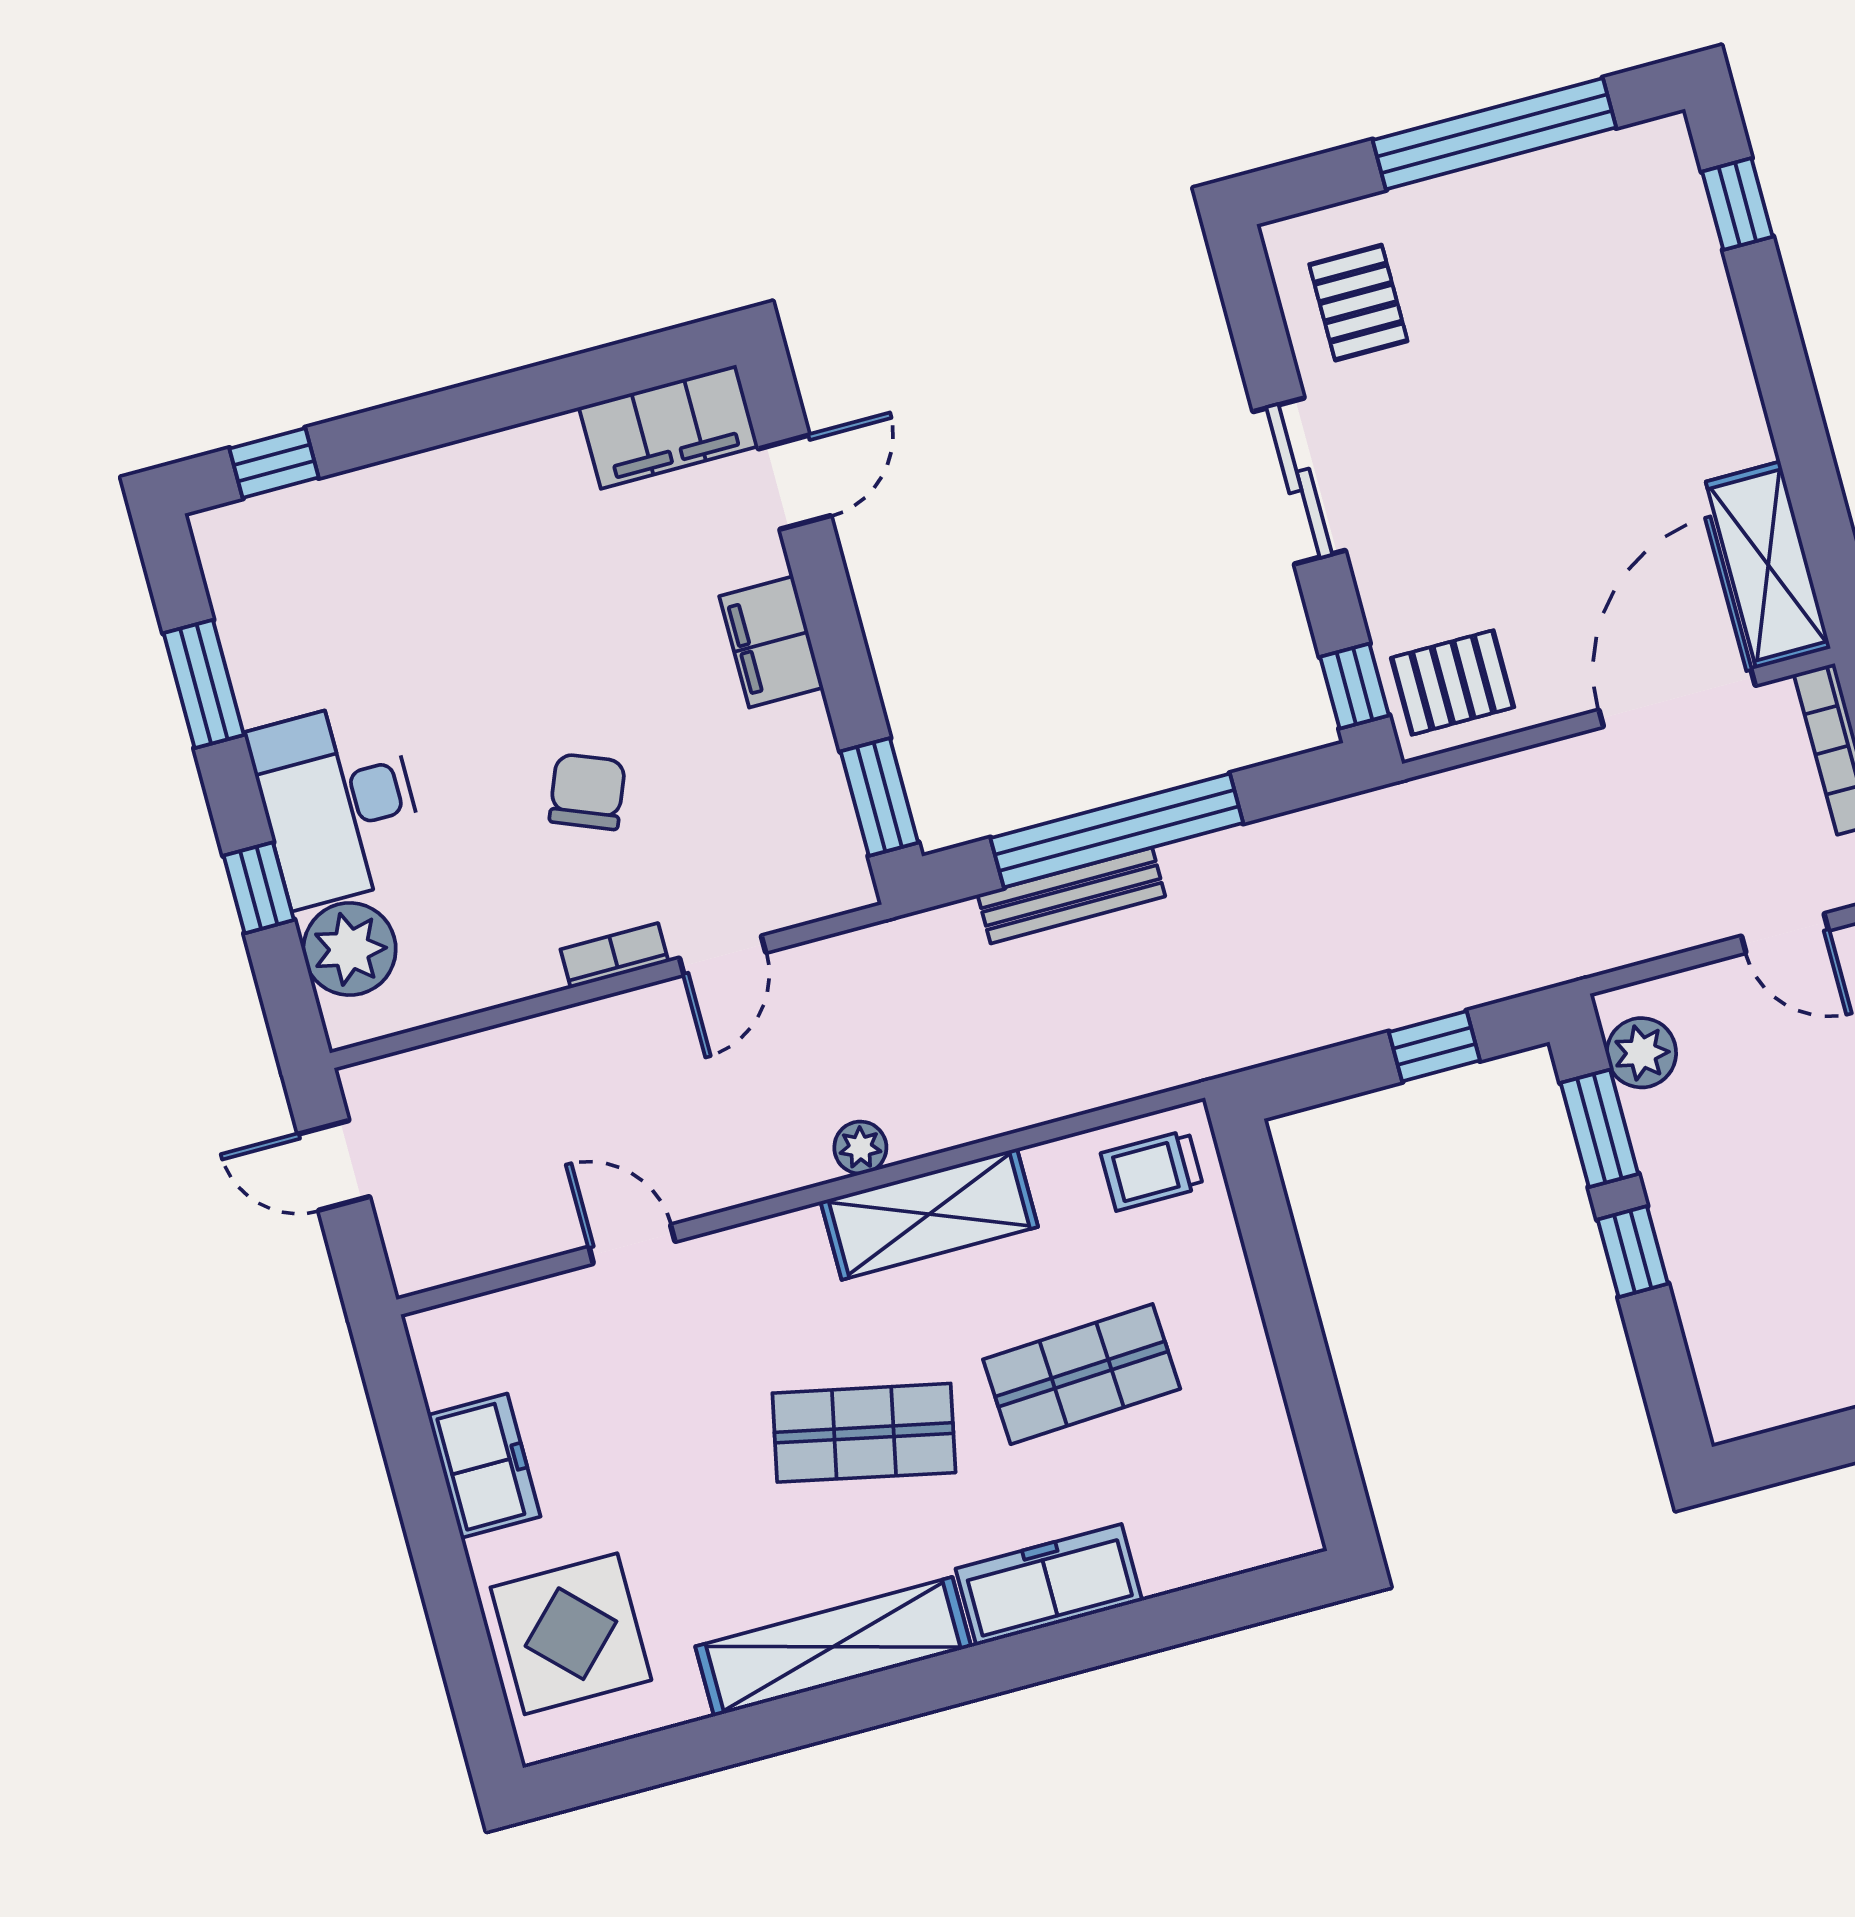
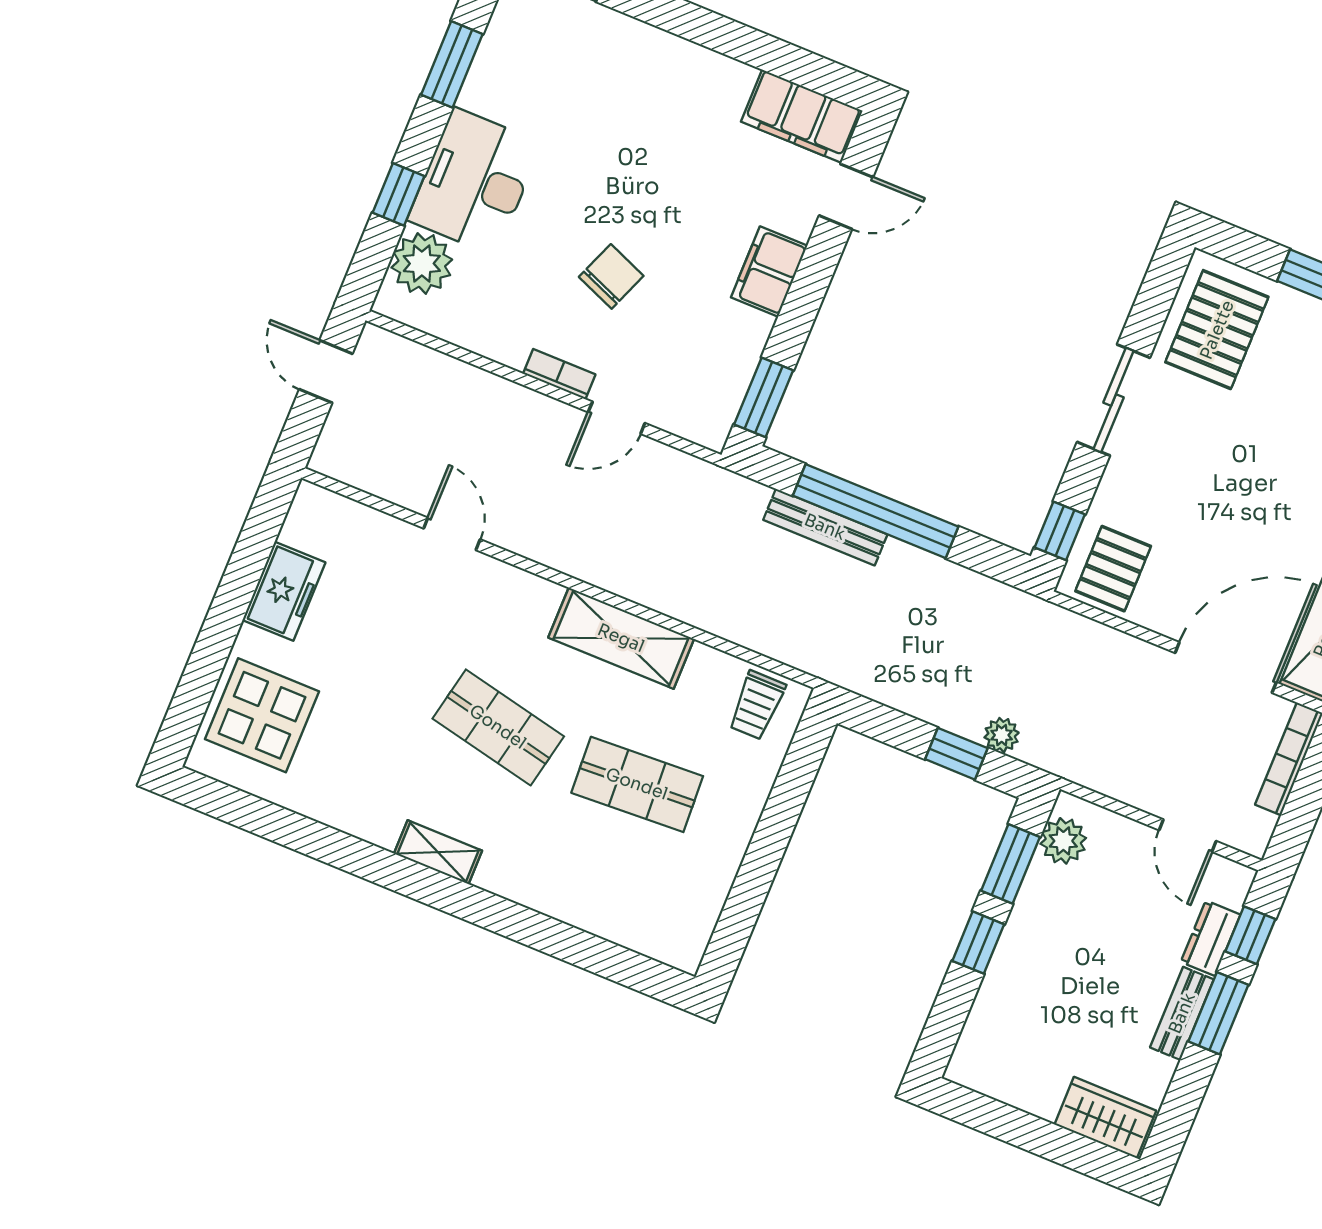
pallet: (1358, 303) -> (1217, 330), width x1.50, depth x1.42
pallet: (1453, 683) -> (1113, 569), turned 90
plant: (860, 1148) -> (1002, 735), moved
trolley: (1152, 1170) -> (757, 705), turned -90
freezer: (1049, 1585) -> (535, 883), removed
shelving: (833, 1647) -> (438, 852), width x0.45, depth x0.75

